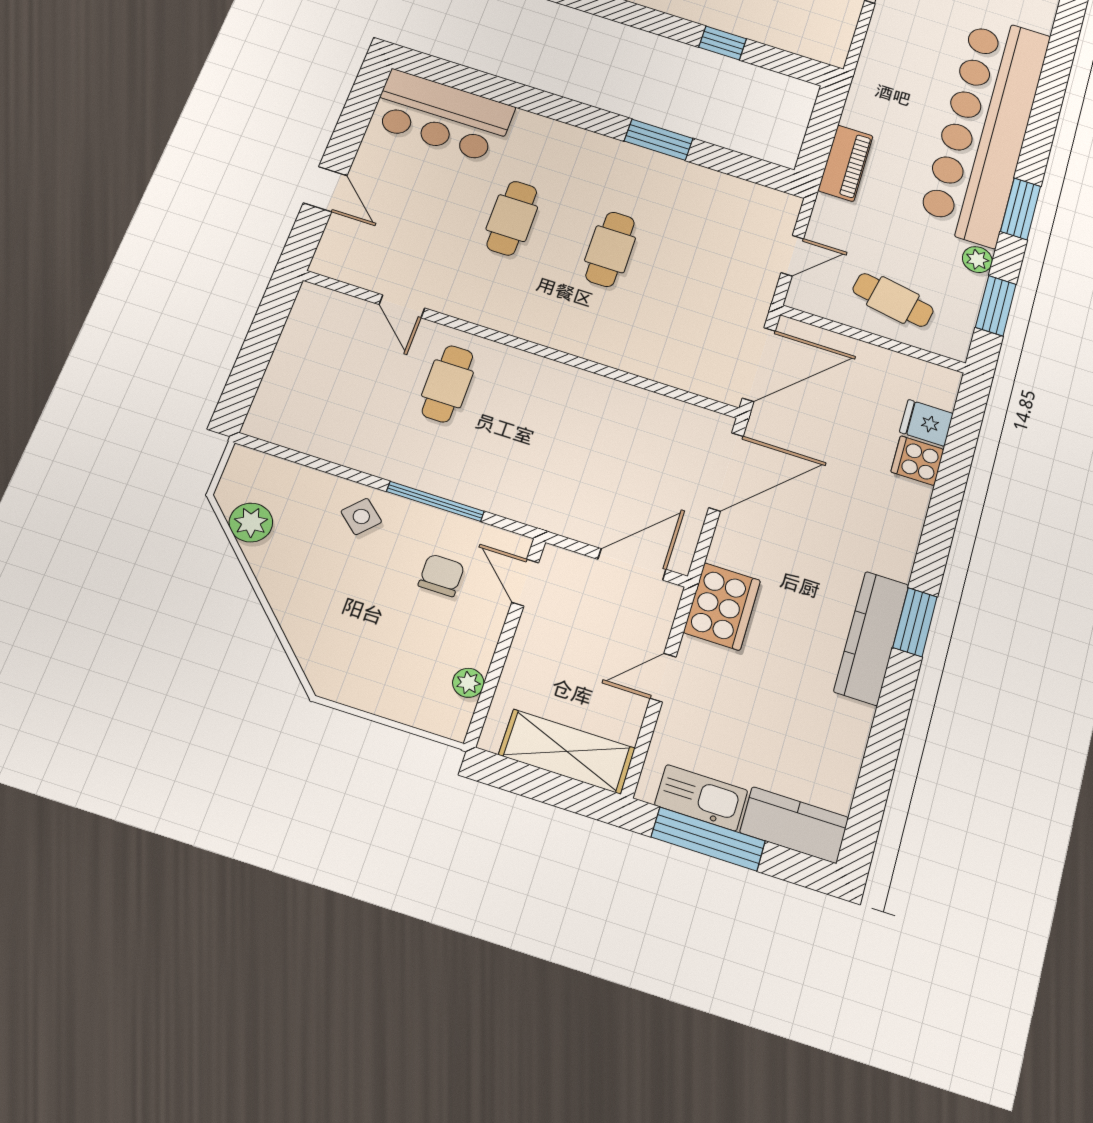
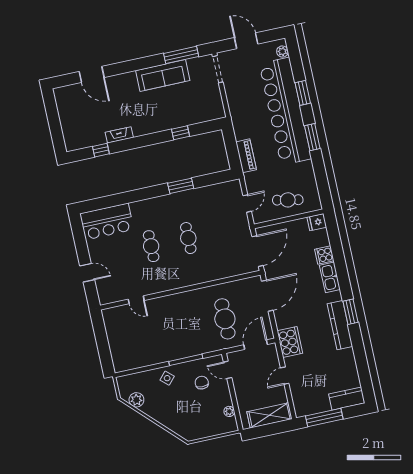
plant: (977, 260) -> (282, 52), moved
window: (996, 306) -> (303, 93), moved
cafe table: (447, 384) -> (225, 319), moved, width x1.37, depth x1.35
fridge: (926, 423) -> (317, 222), moved
kitchen sink: (701, 798) -> (330, 277), moved, turned -90

